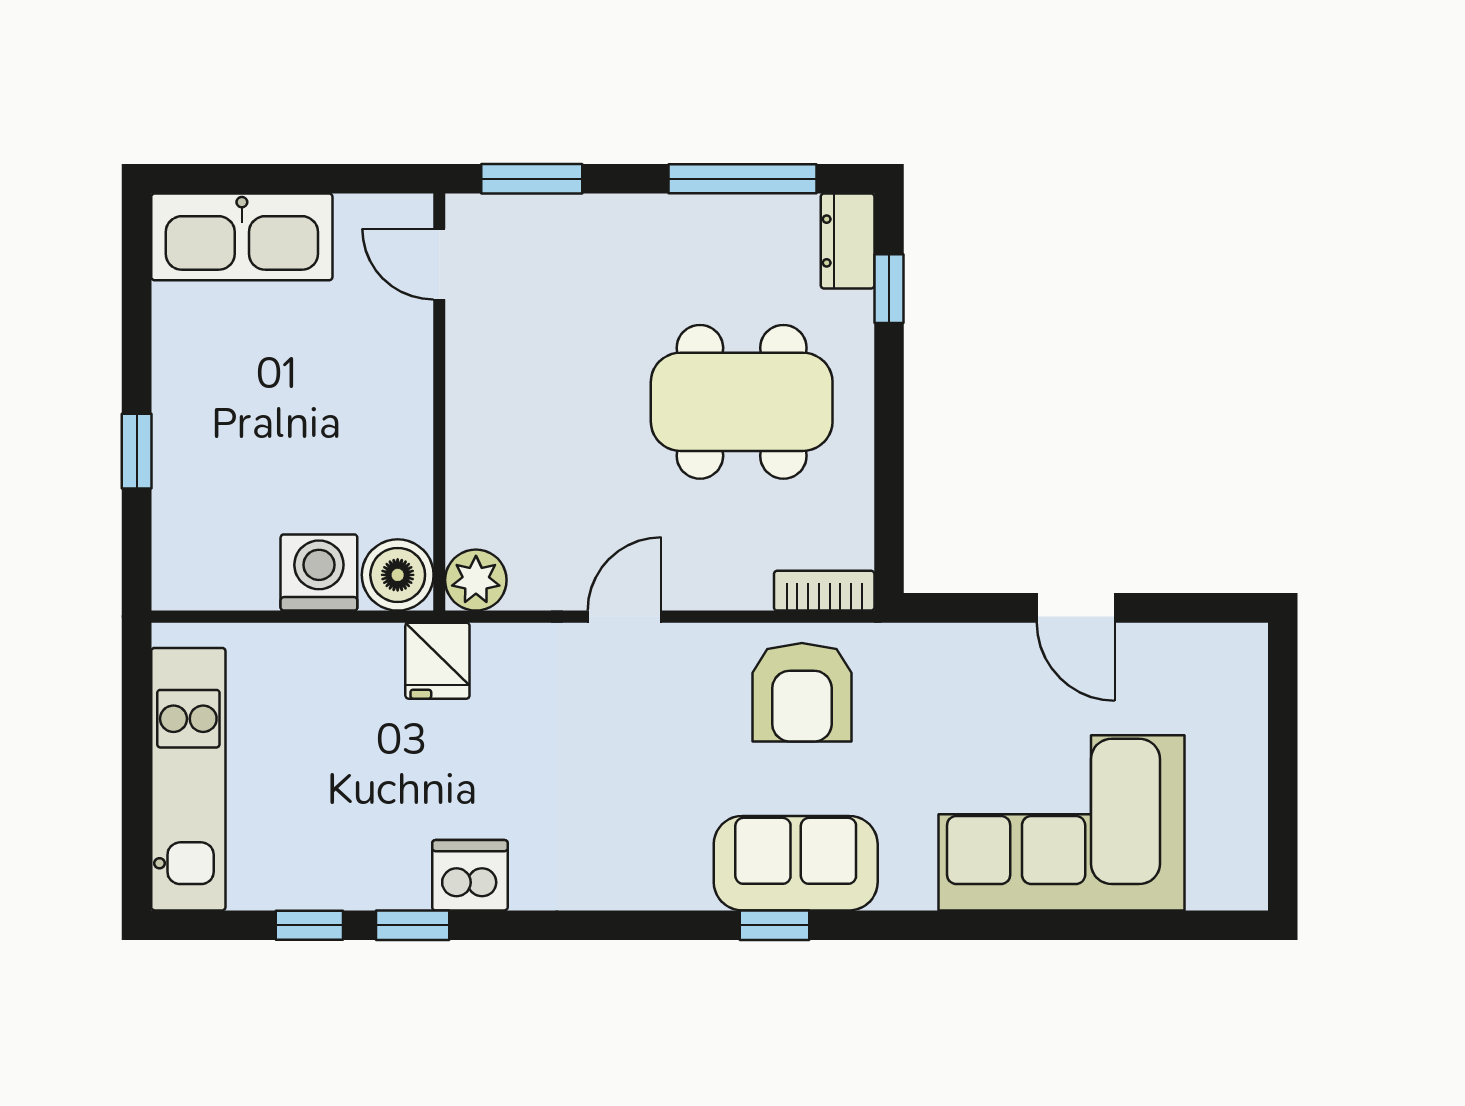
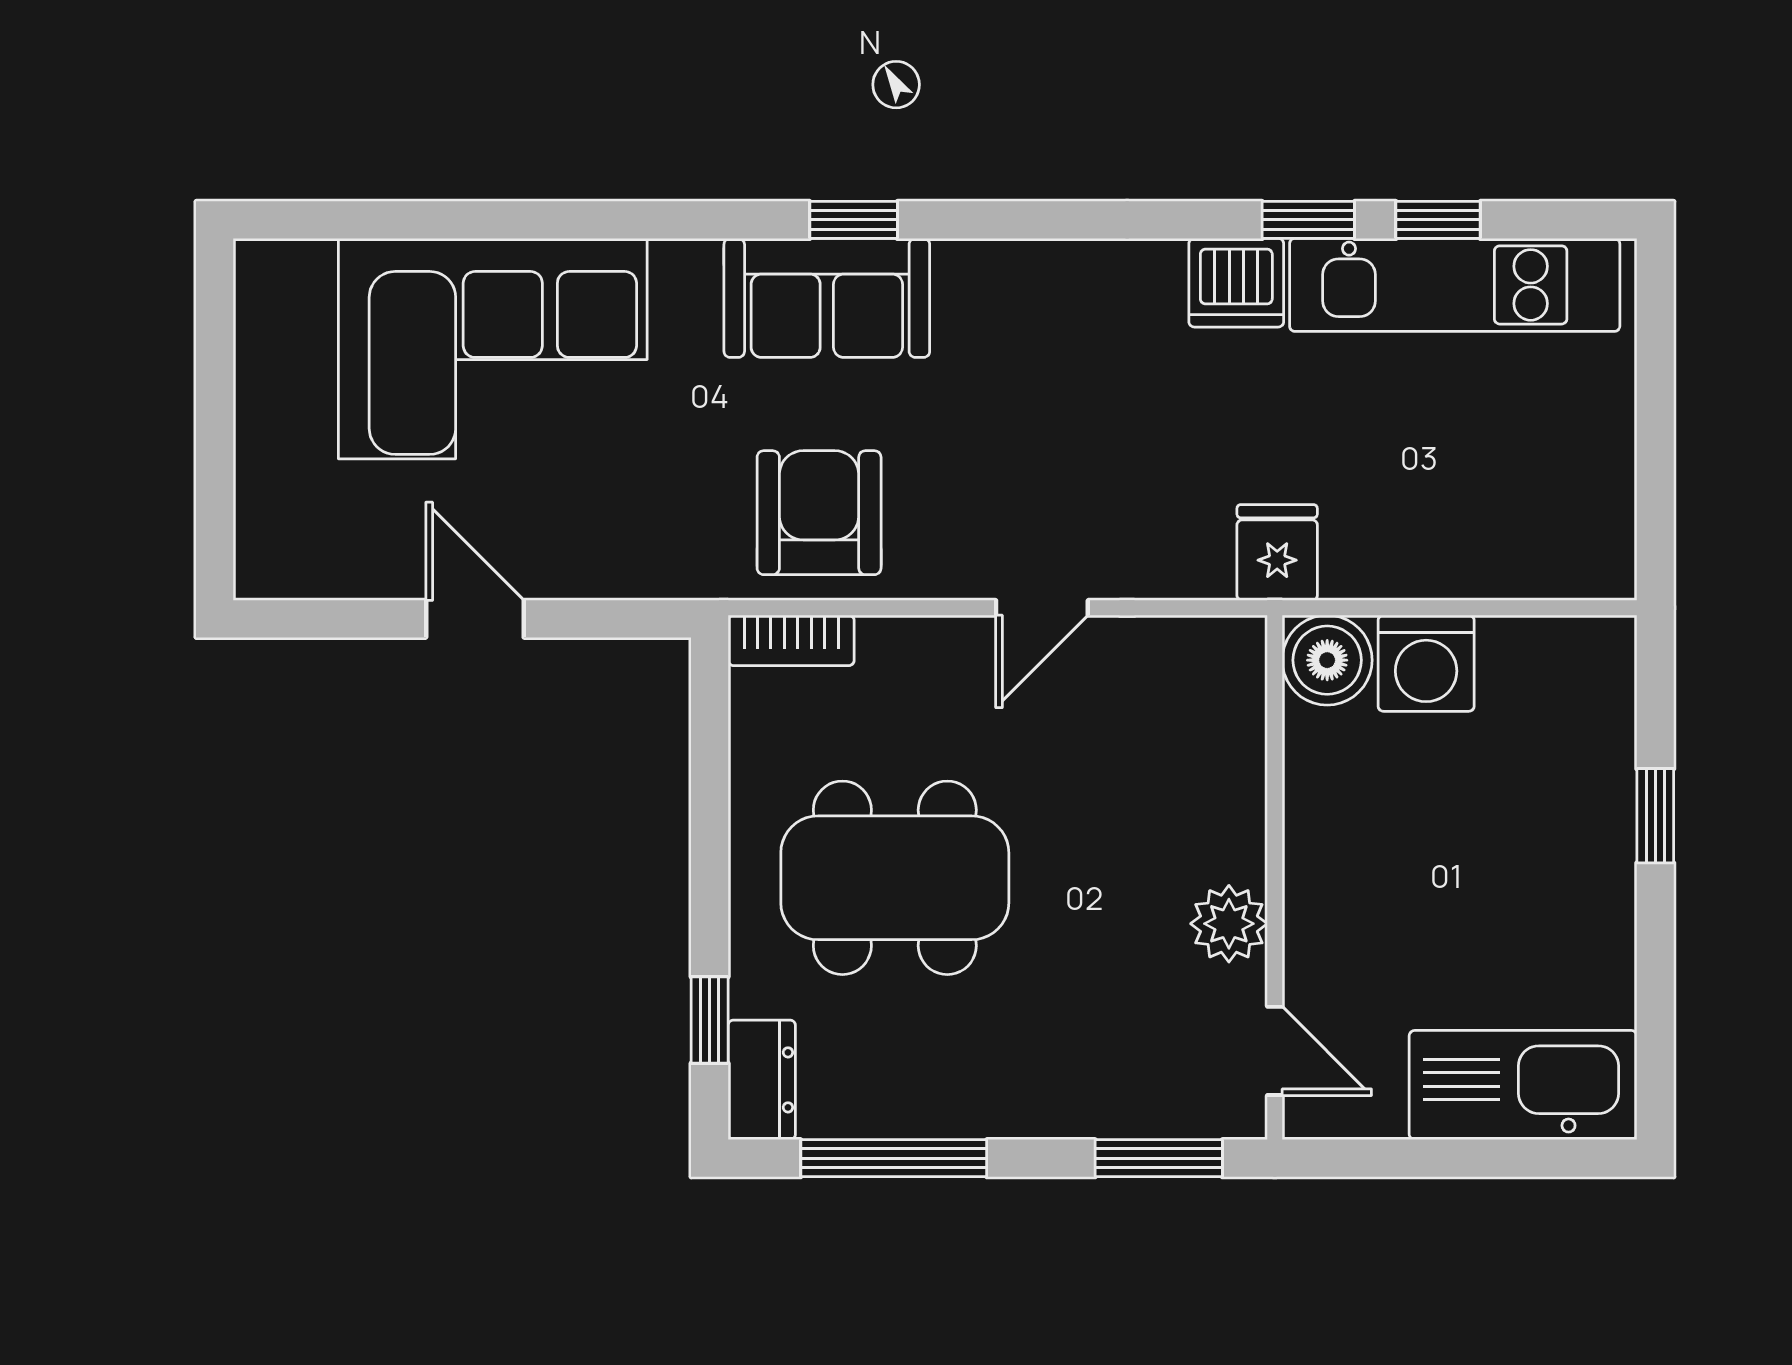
plant: (476, 580) -> (1229, 924), moved
kitchen unit: (188, 779) -> (1455, 285), moved, turned -90

